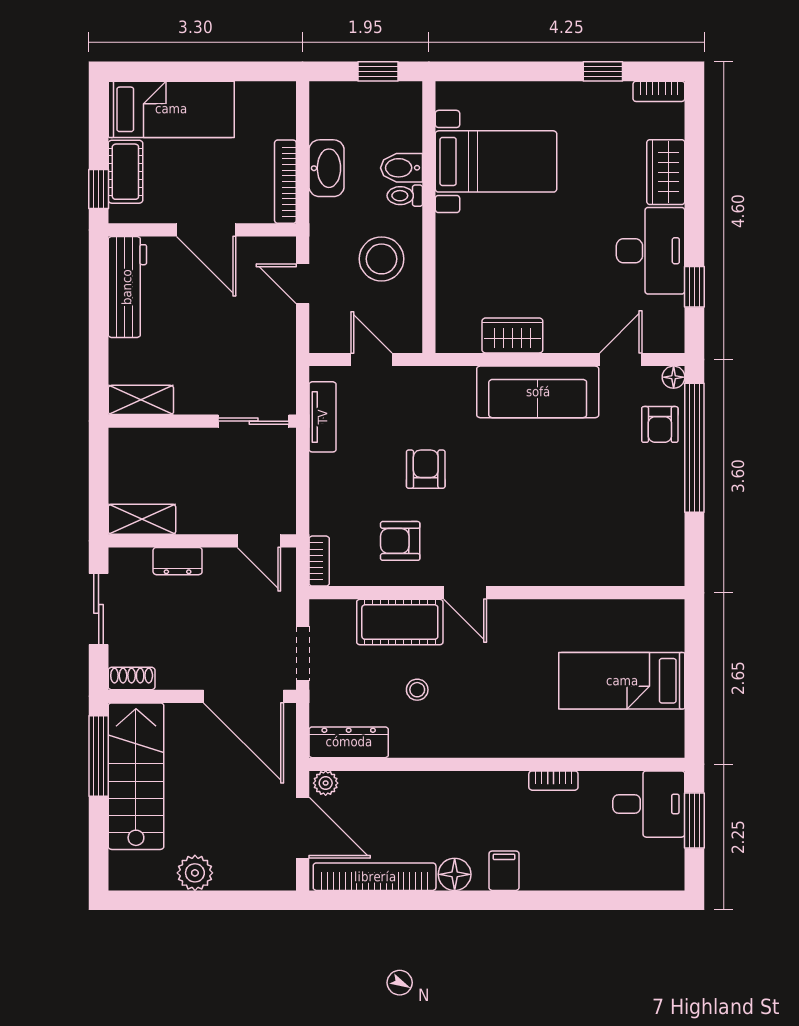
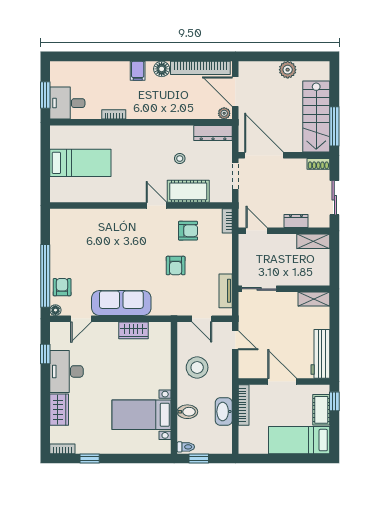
toilet: (405, 196) -> (186, 447), moved
door: (303, 284) -> (235, 340), moved

